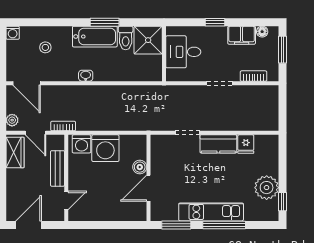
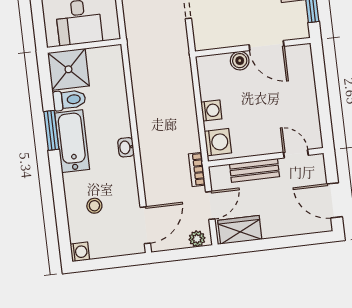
washing machine: (105, 148) -> (211, 111), width x0.53, depth x0.53

